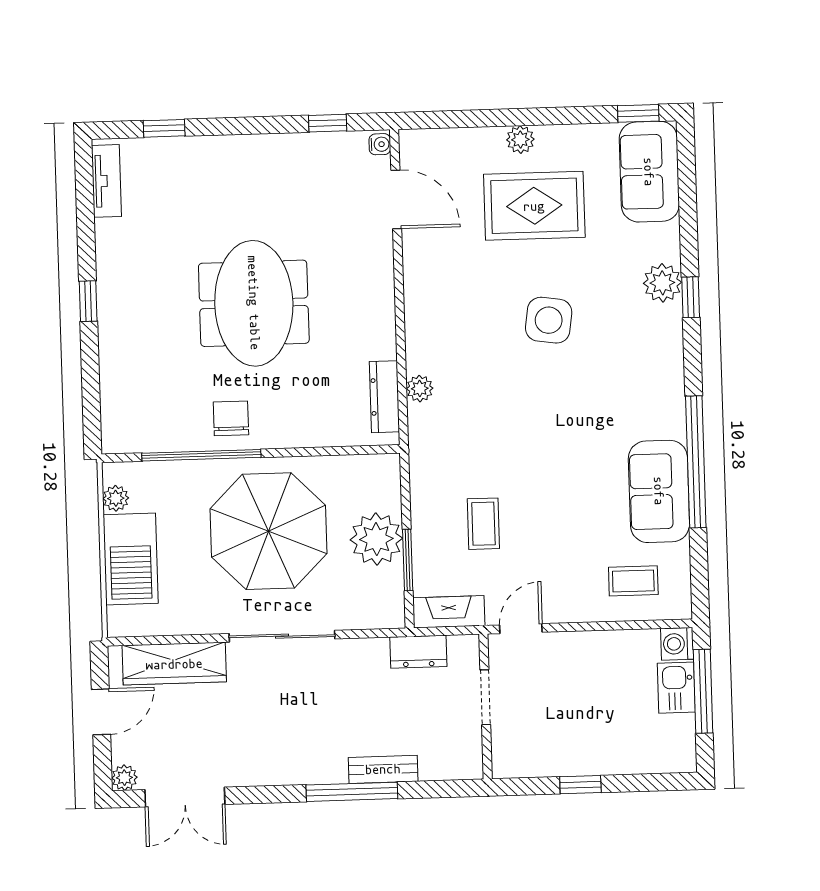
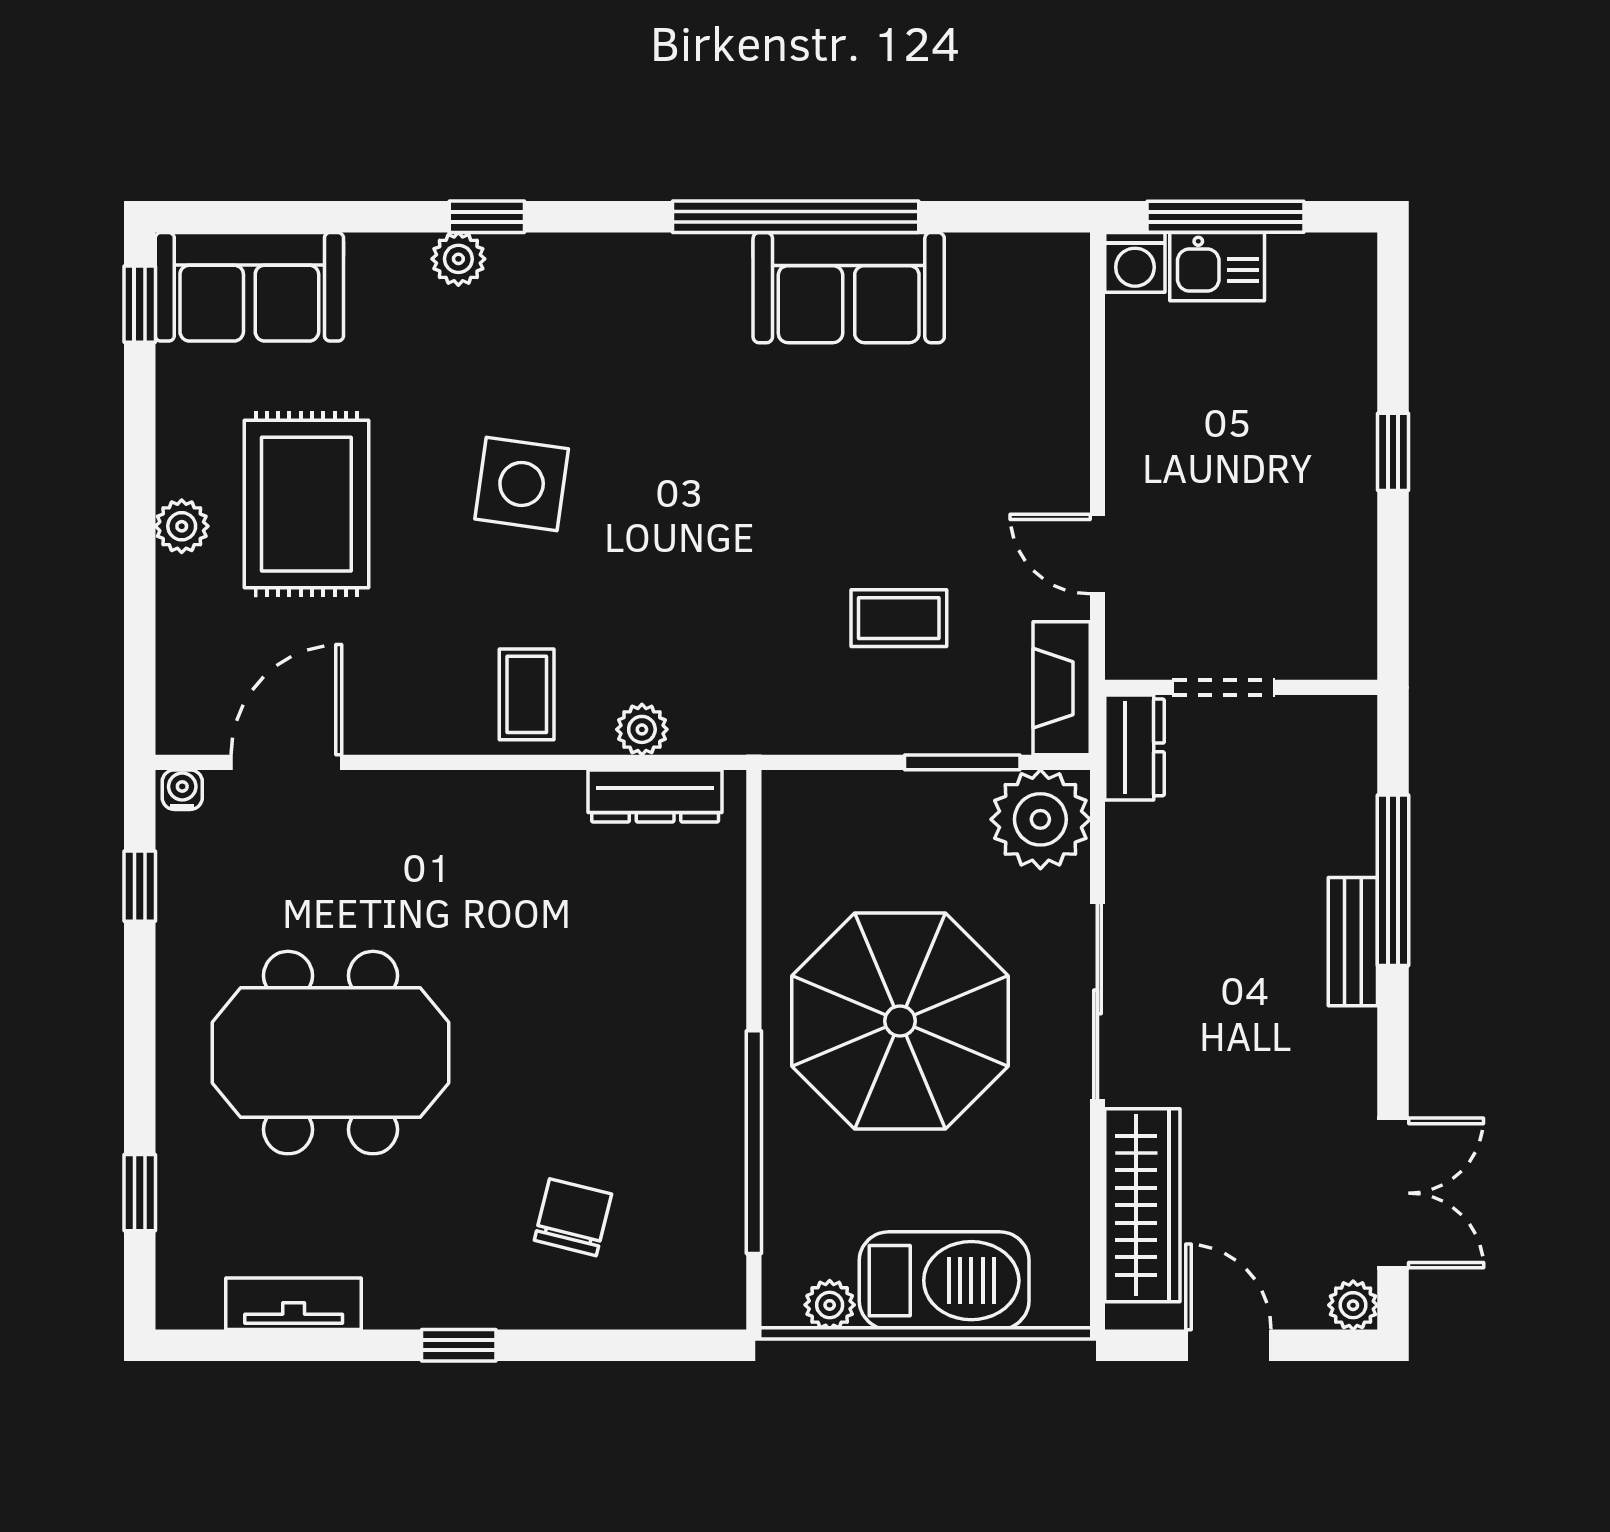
tv unit: (106, 181) -> (294, 1304), moved
plant: (662, 283) -> (458, 259), width x0.73, depth x0.73
meeting table: (254, 303) -> (330, 1053), moved
chair: (231, 418) -> (573, 1217), moved, turned 104
plant: (376, 539) -> (1040, 819), moved
coffee table: (633, 581) -> (527, 694), moved
doorway: (485, 697) -> (1224, 687), moved
wall: (486, 707) -> (1241, 687), moved
bench: (383, 769) -> (1353, 942), moved

